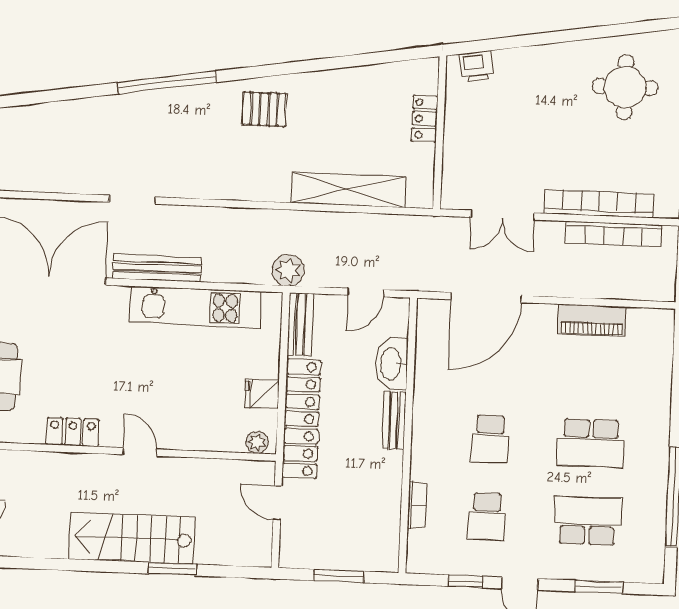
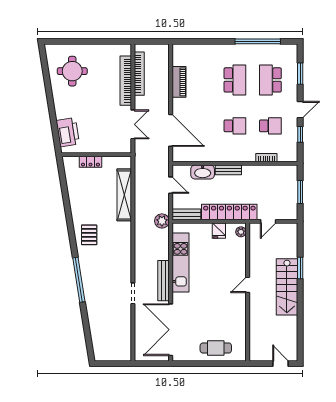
printer: (477, 66) -> (68, 132), width x1.87, depth x1.48
locker: (73, 432) -> (240, 316), removed

